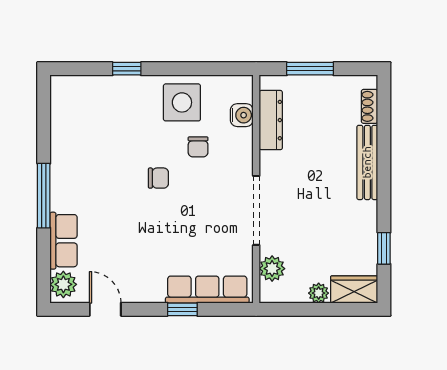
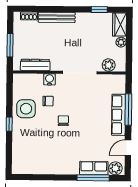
window: (127, 69) -> (9, 124), moved
water cooler: (242, 115) -> (50, 79), moved
window: (44, 196) -> (93, 178), moved
row of seats: (207, 290) -> (119, 115), moved
window: (182, 309) -> (128, 110), width x2.17

